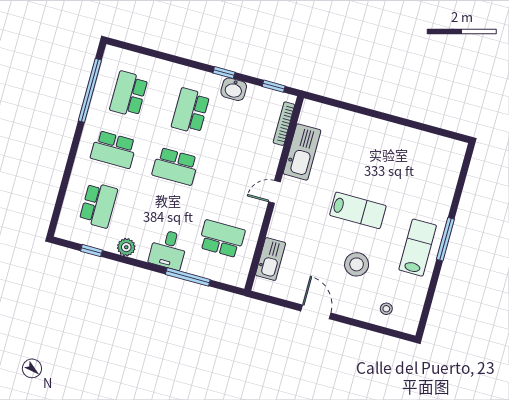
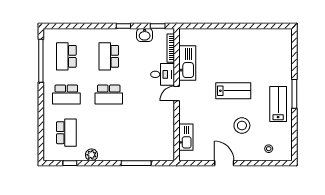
washbasin: (234, 89) -> (145, 35), moved
school desk: (222, 239) -> (151, 133), removed
desk: (168, 249) -> (163, 74), moved, turned -90

